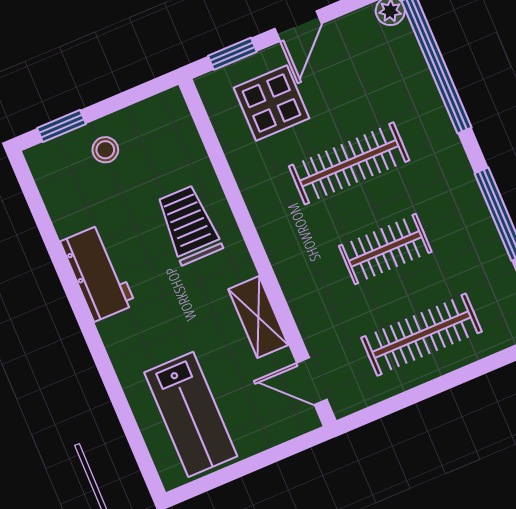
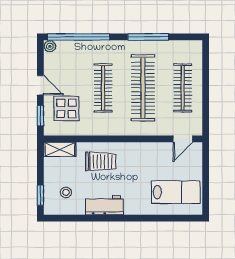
stool: (105, 150) -> (66, 192), moved
trolley: (189, 225) -> (101, 161), turned 180
clothes rail: (385, 249) -> (143, 88), width x1.86, depth x1.31
shelving: (258, 317) -> (60, 149), moved

